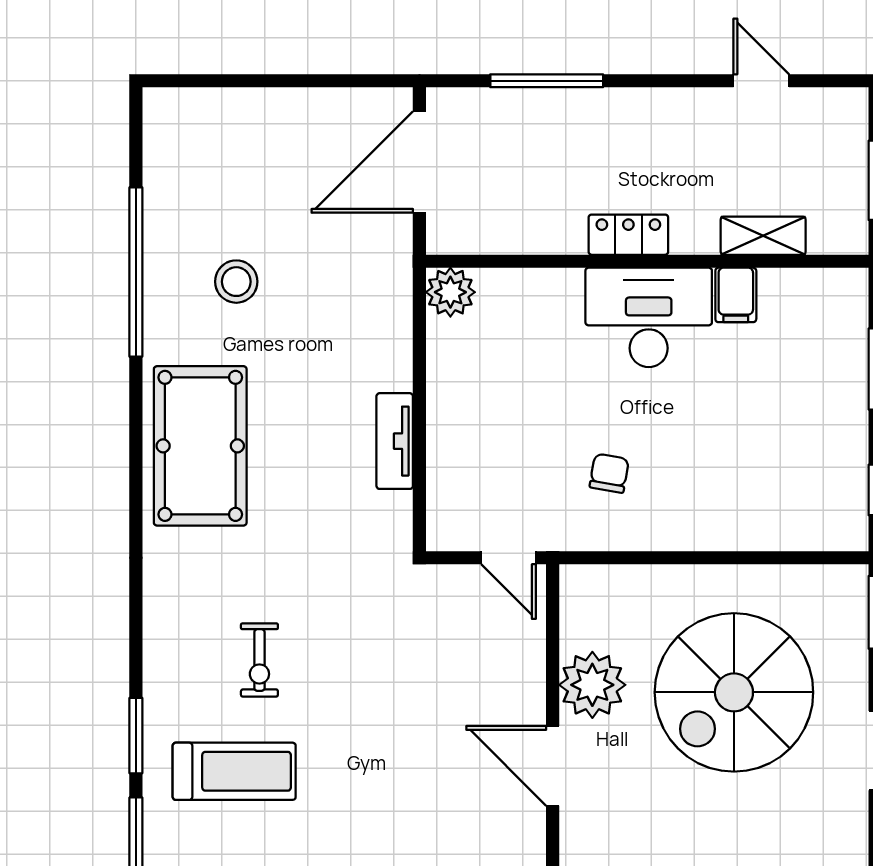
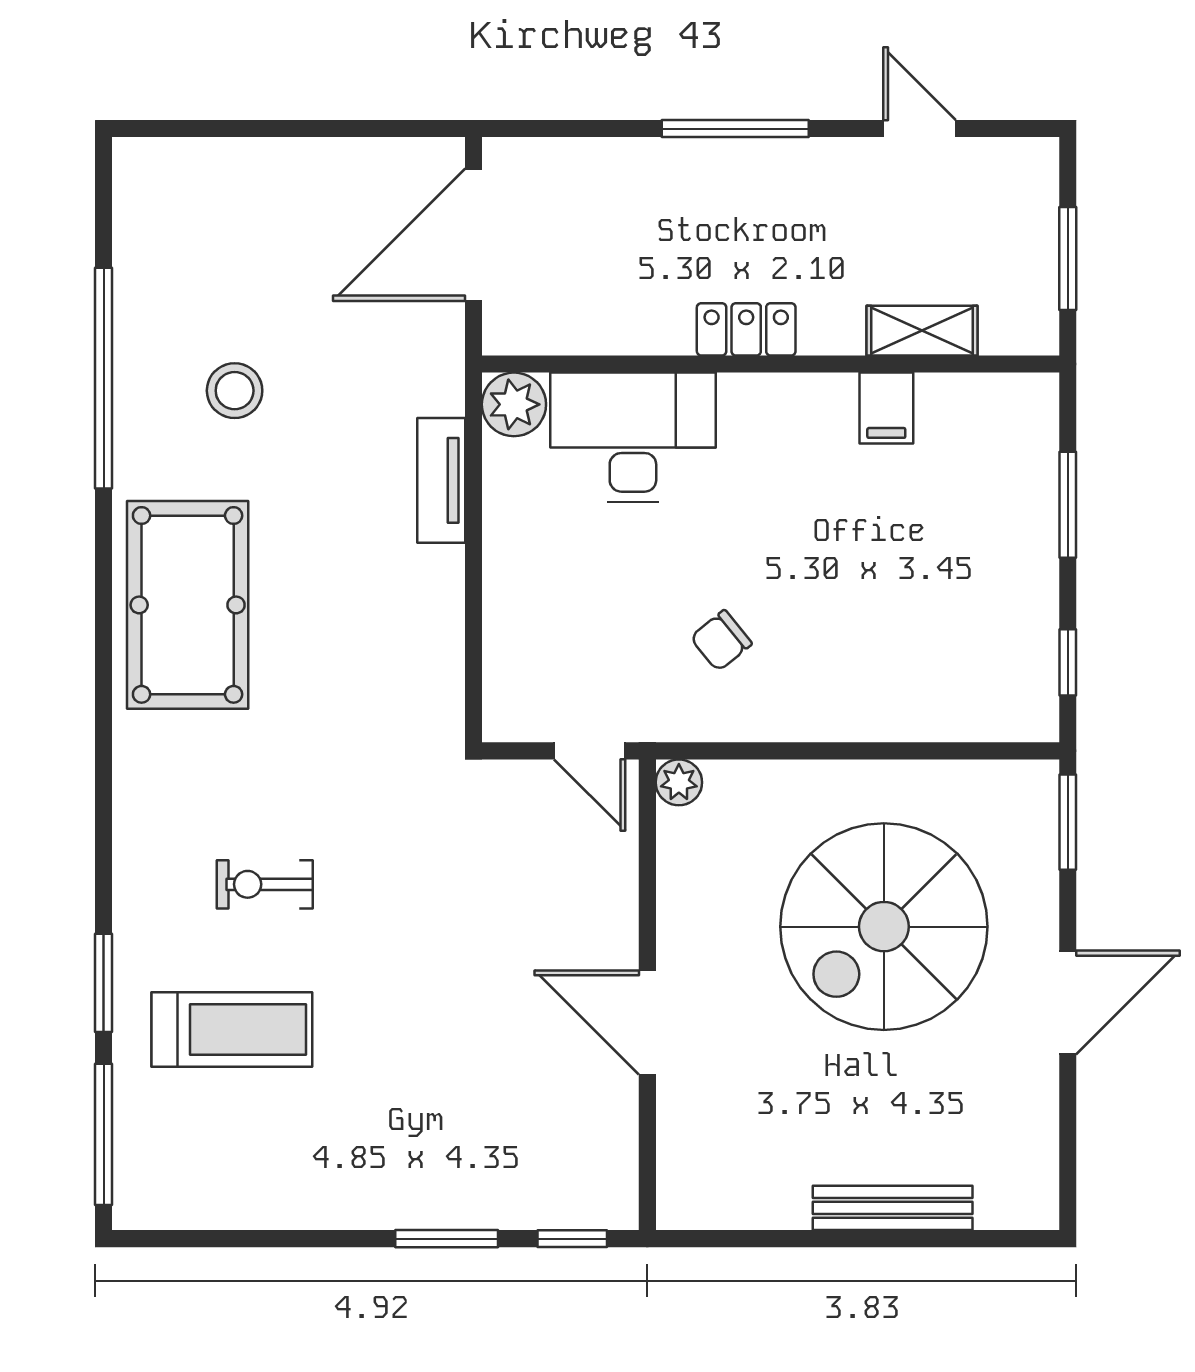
window: (547, 81) -> (735, 129), moved
desk: (649, 317) -> (633, 437), moved
tv unit: (395, 441) -> (441, 480), moved
chair: (609, 473) -> (721, 641), turned -139
exercise bike: (259, 660) -> (265, 884), turned 90
plant: (592, 685) -> (679, 782), moved, width x0.53, depth x0.53

